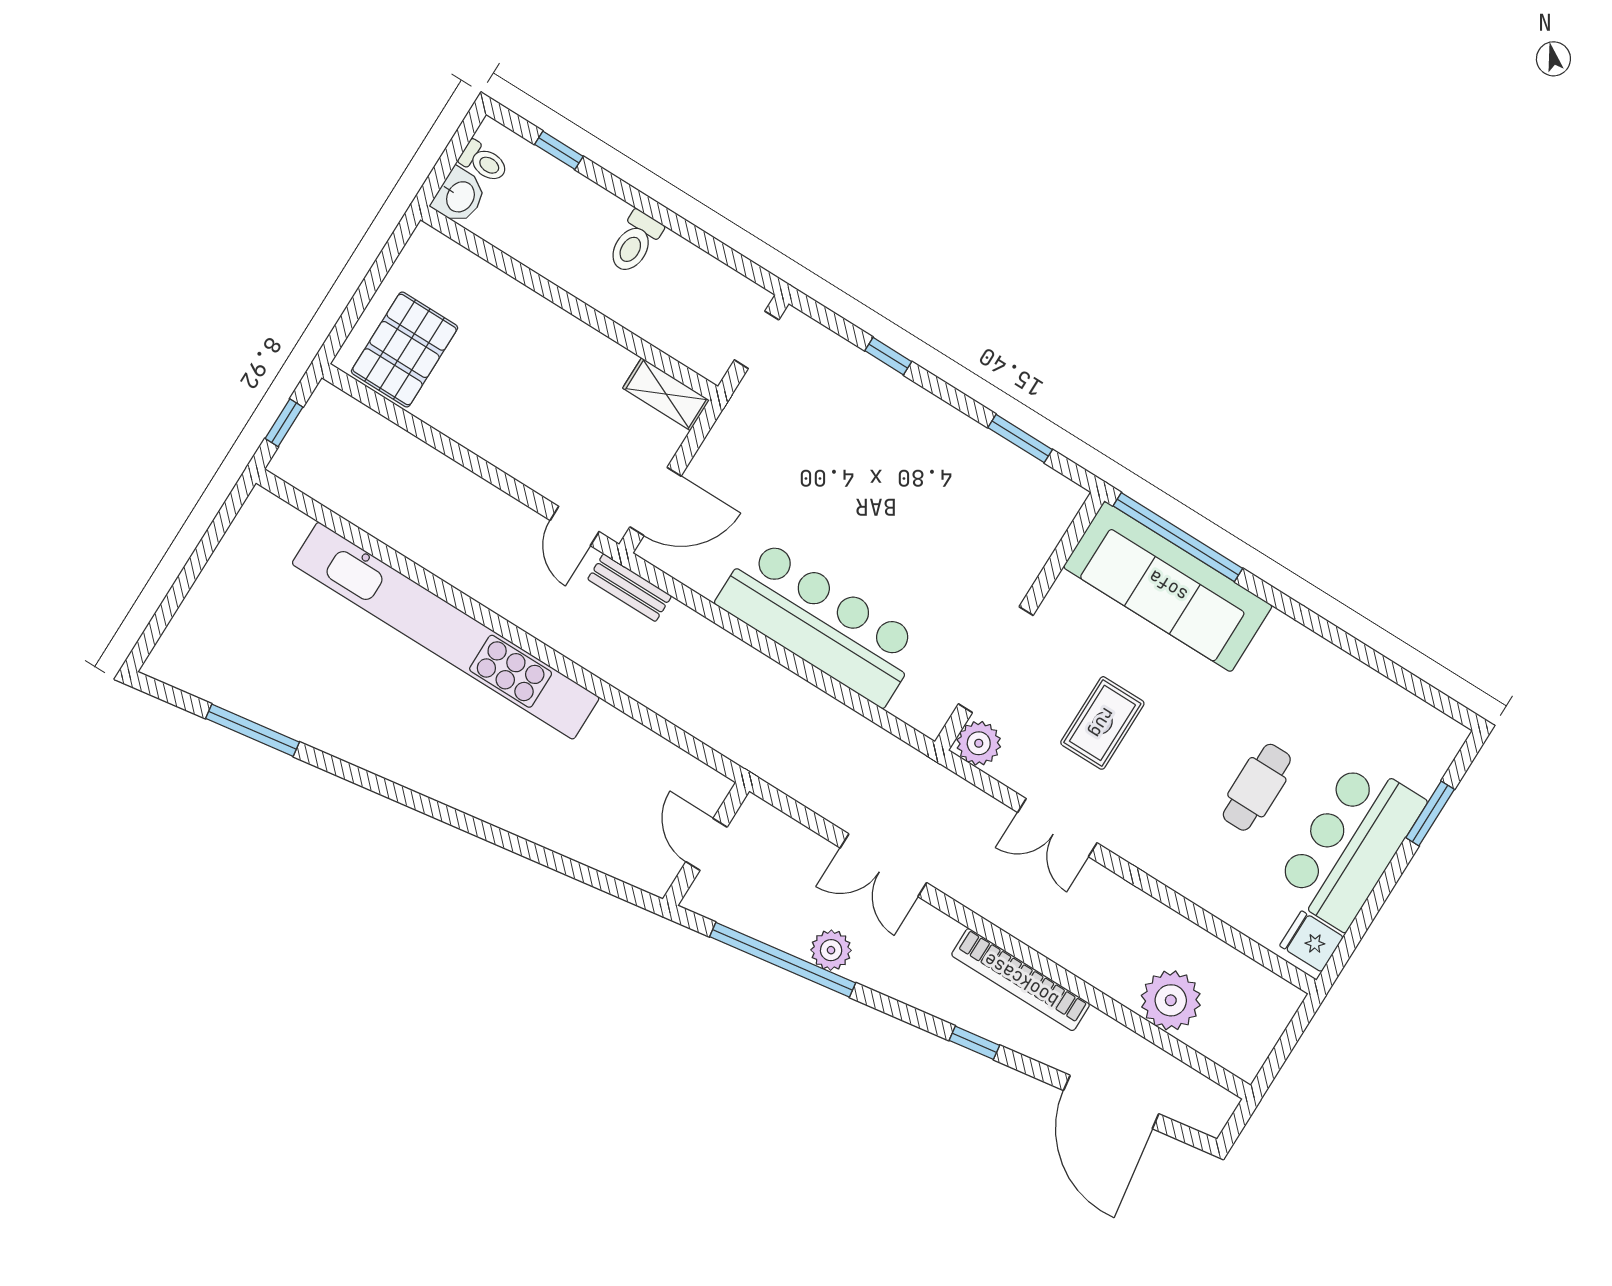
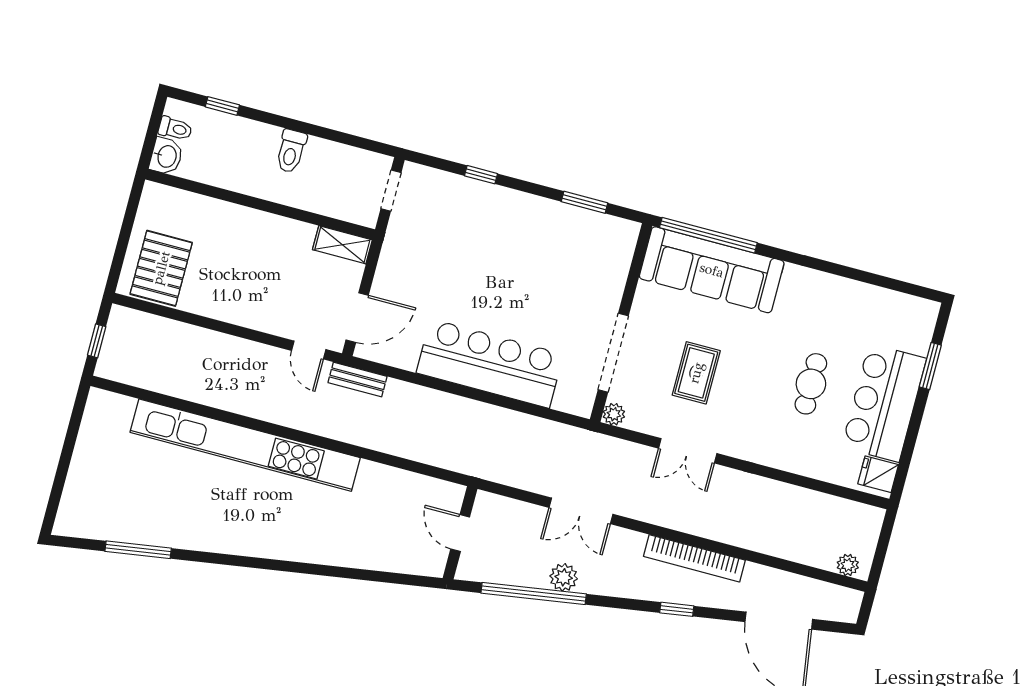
plant: (979, 743) -> (614, 414), width x0.73, depth x0.73
plant: (1171, 1000) -> (848, 565), moved, width x0.53, depth x0.53

